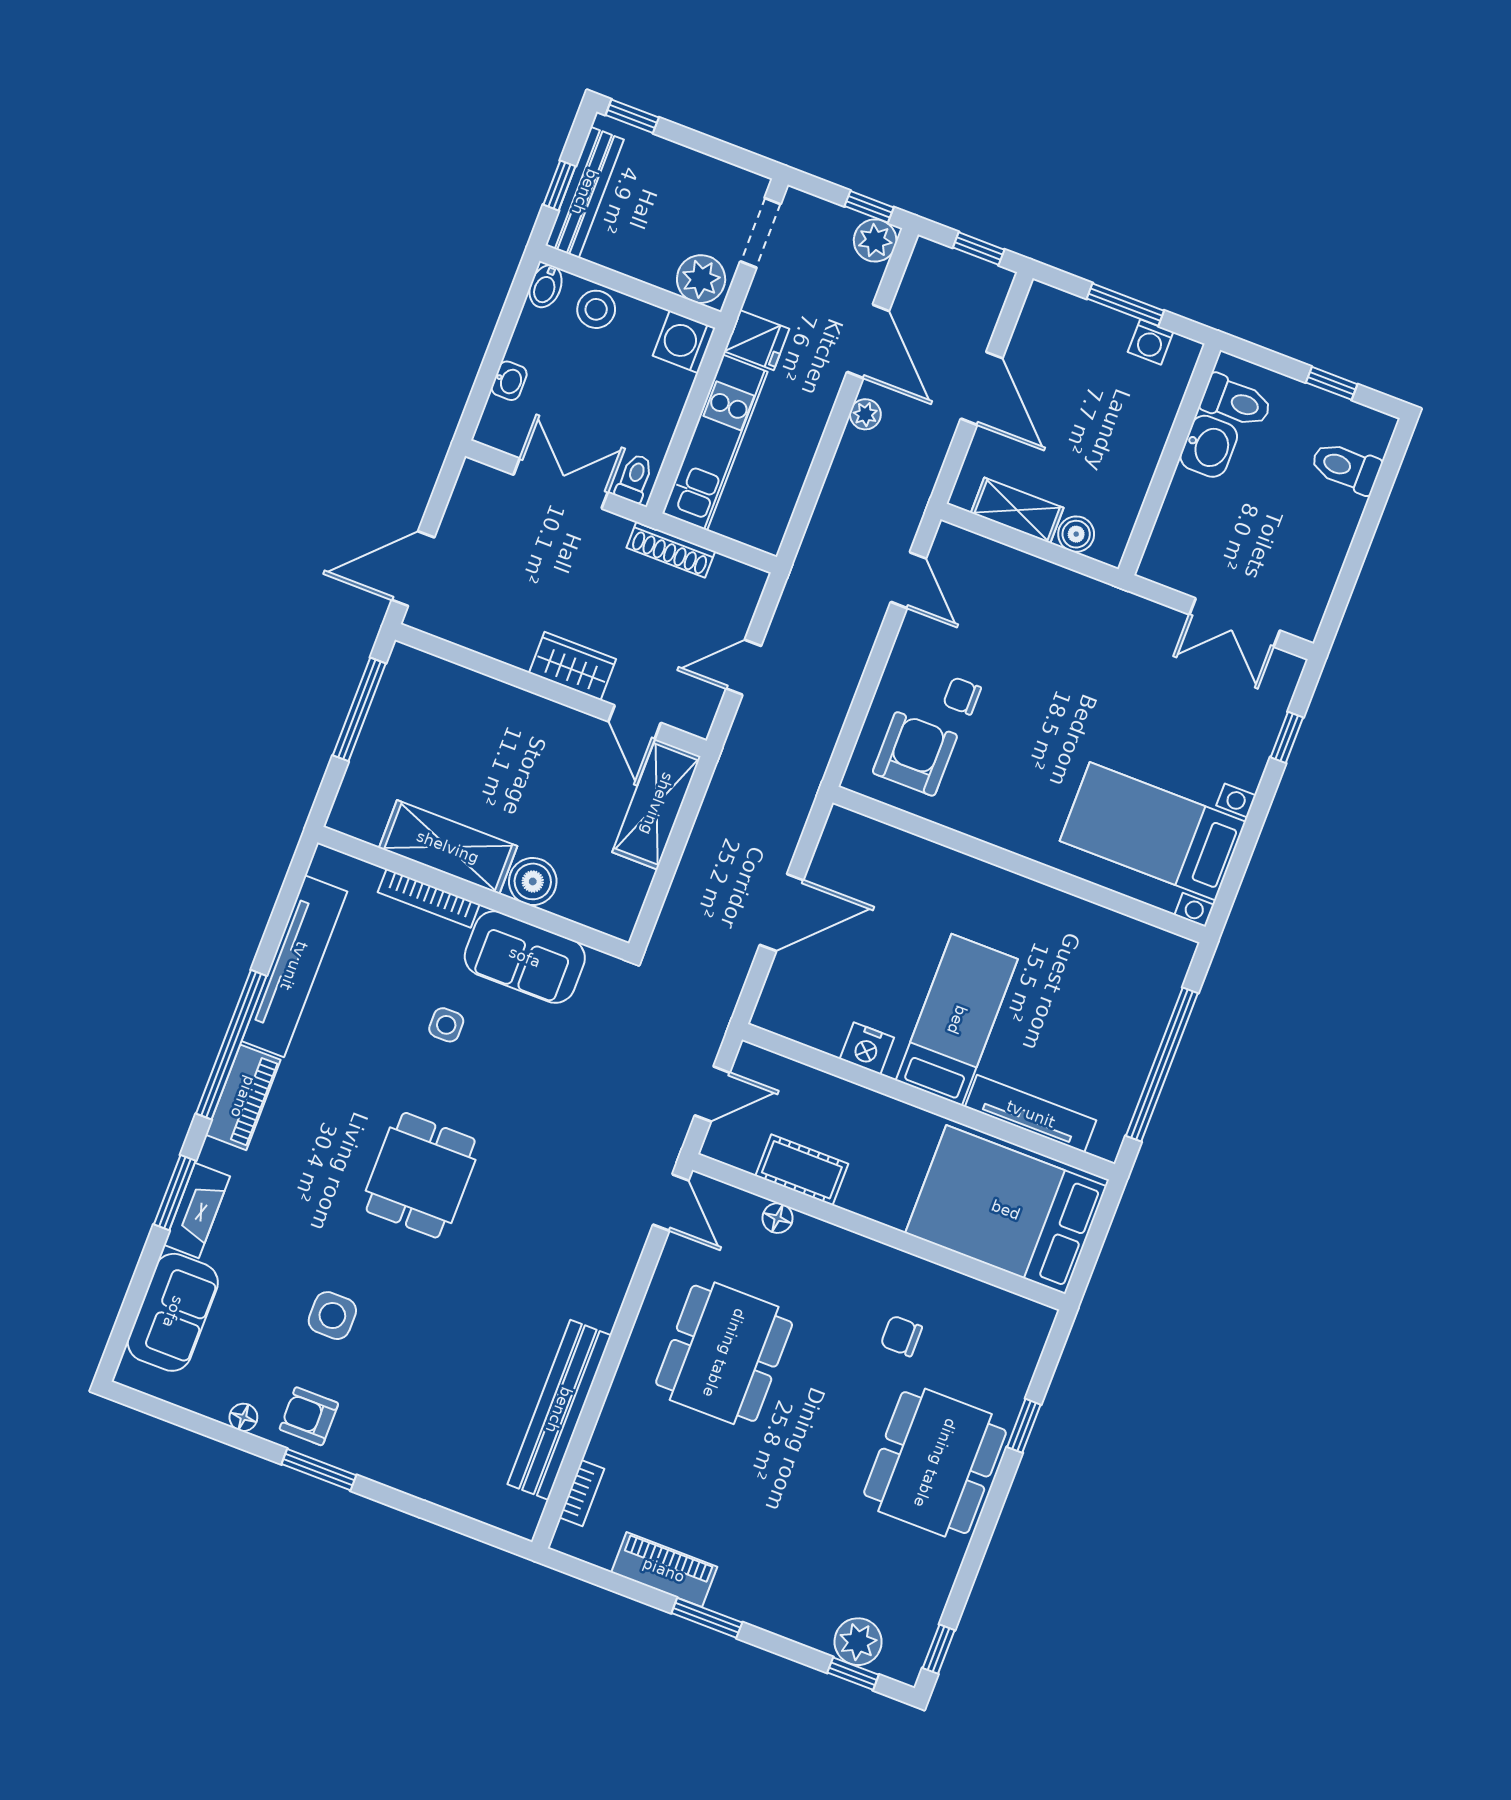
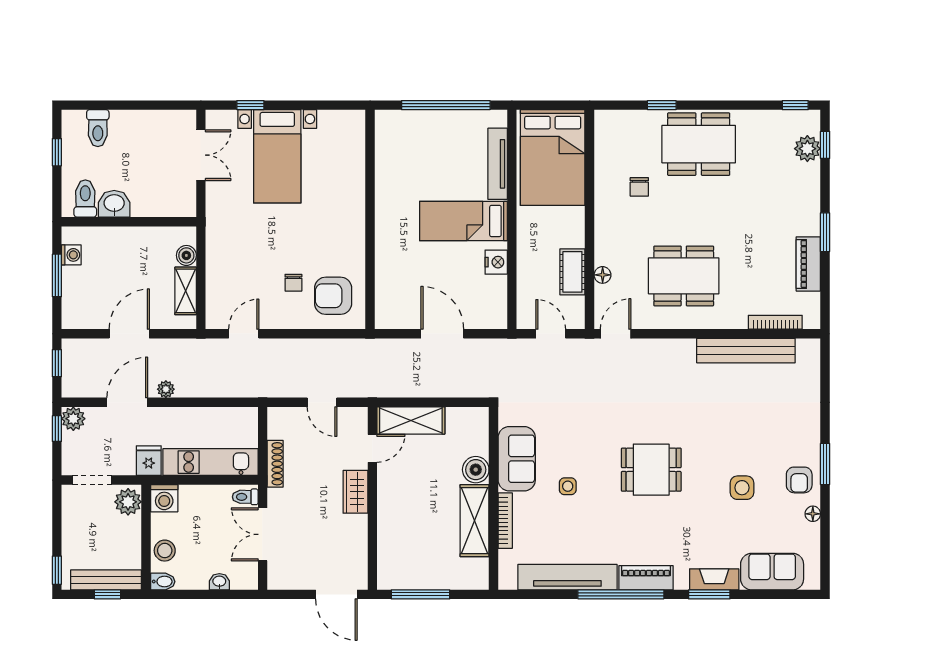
bed with nightstands: (1153, 831) -> (277, 156), moved
bookcase: (582, 1493) -> (775, 322), width x1.56

